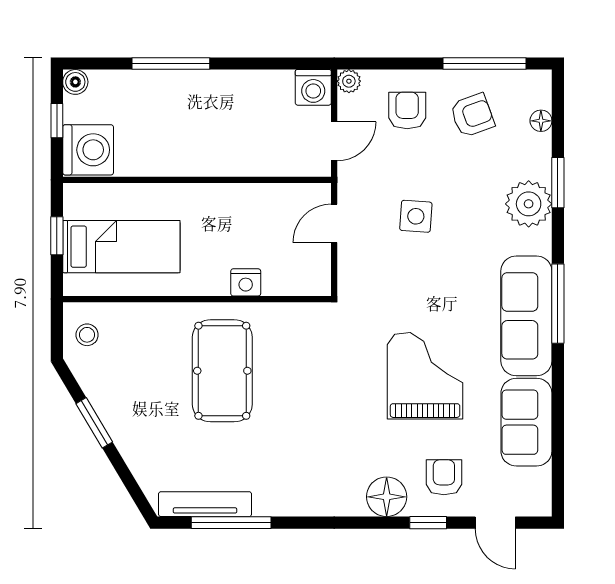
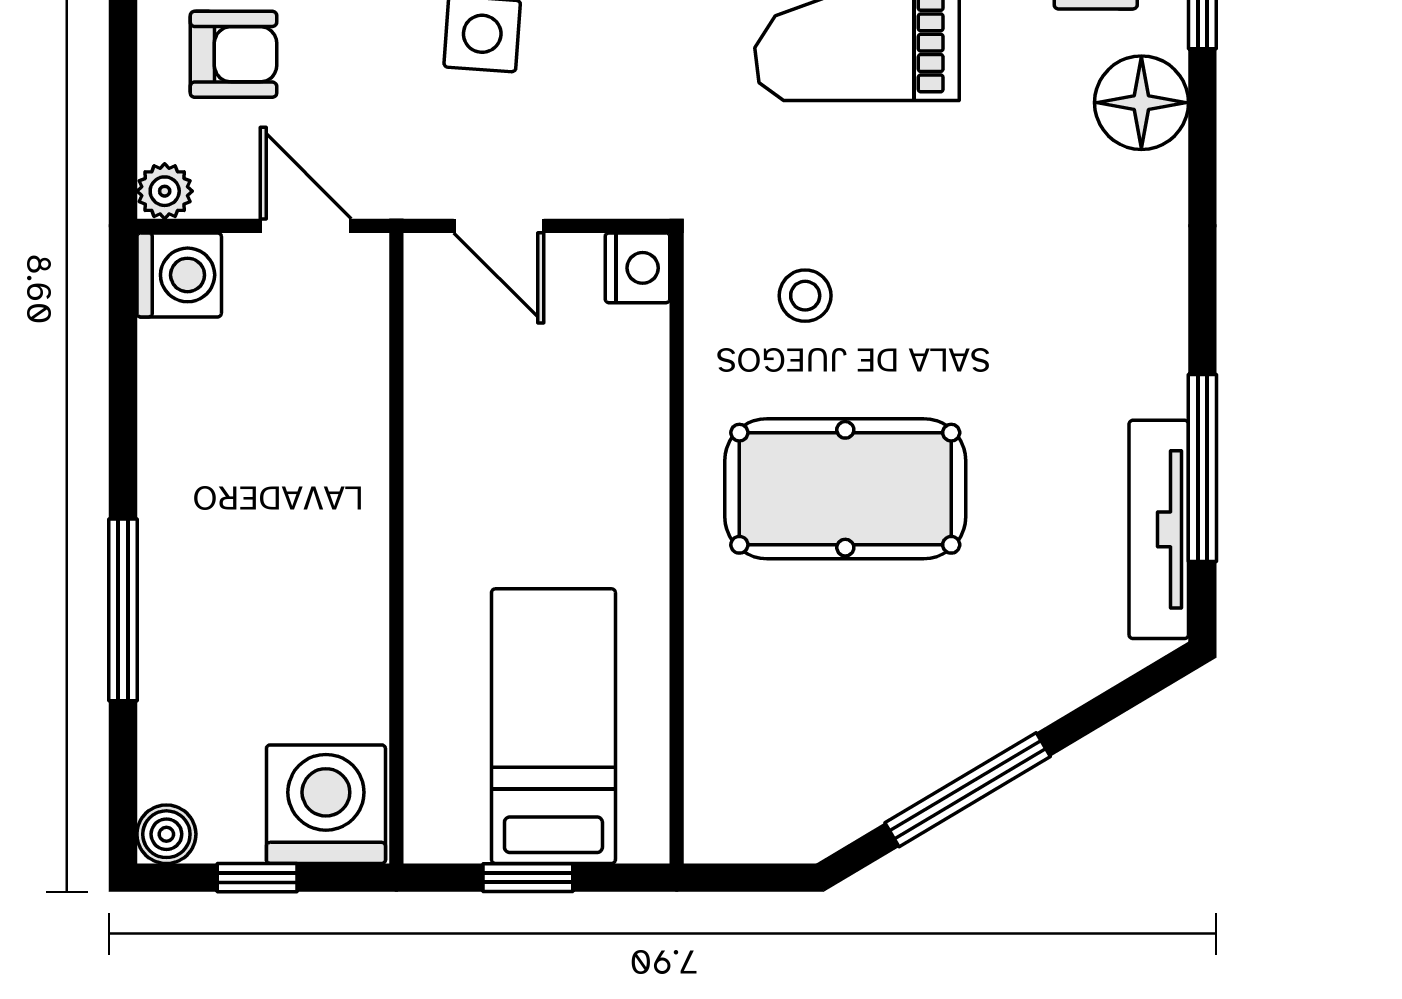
armchair: (407, 110) -> (233, 54), turned 180
nightstand: (246, 282) -> (637, 268), moved
stool: (87, 335) -> (805, 296), moved
window: (94, 423) -> (968, 790), width x1.44

